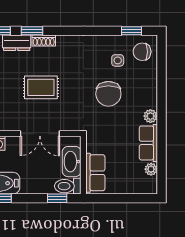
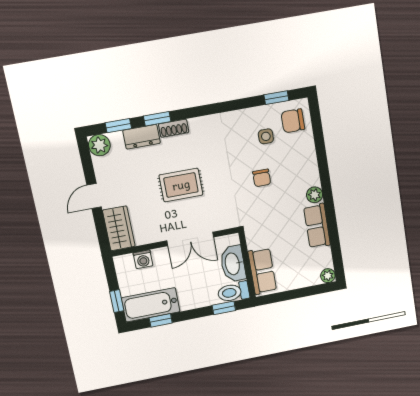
chair: (108, 94) -> (262, 178), width x0.54, depth x0.54
plant: (151, 169) -> (328, 276), moved

